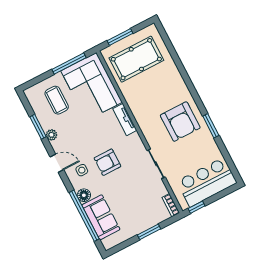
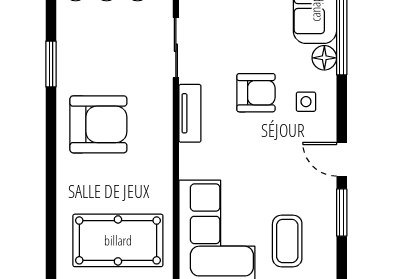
tv unit: (125, 120) -> (190, 113), moved
armchair: (180, 122) -> (98, 124), moved, turned 90
plant: (52, 135) -> (326, 187), removed
door: (57, 163) -> (342, 159), moved

